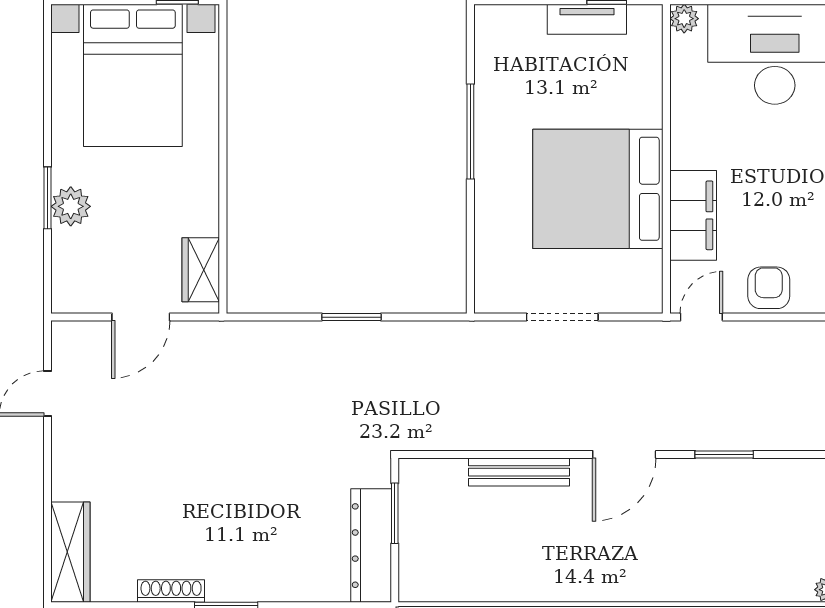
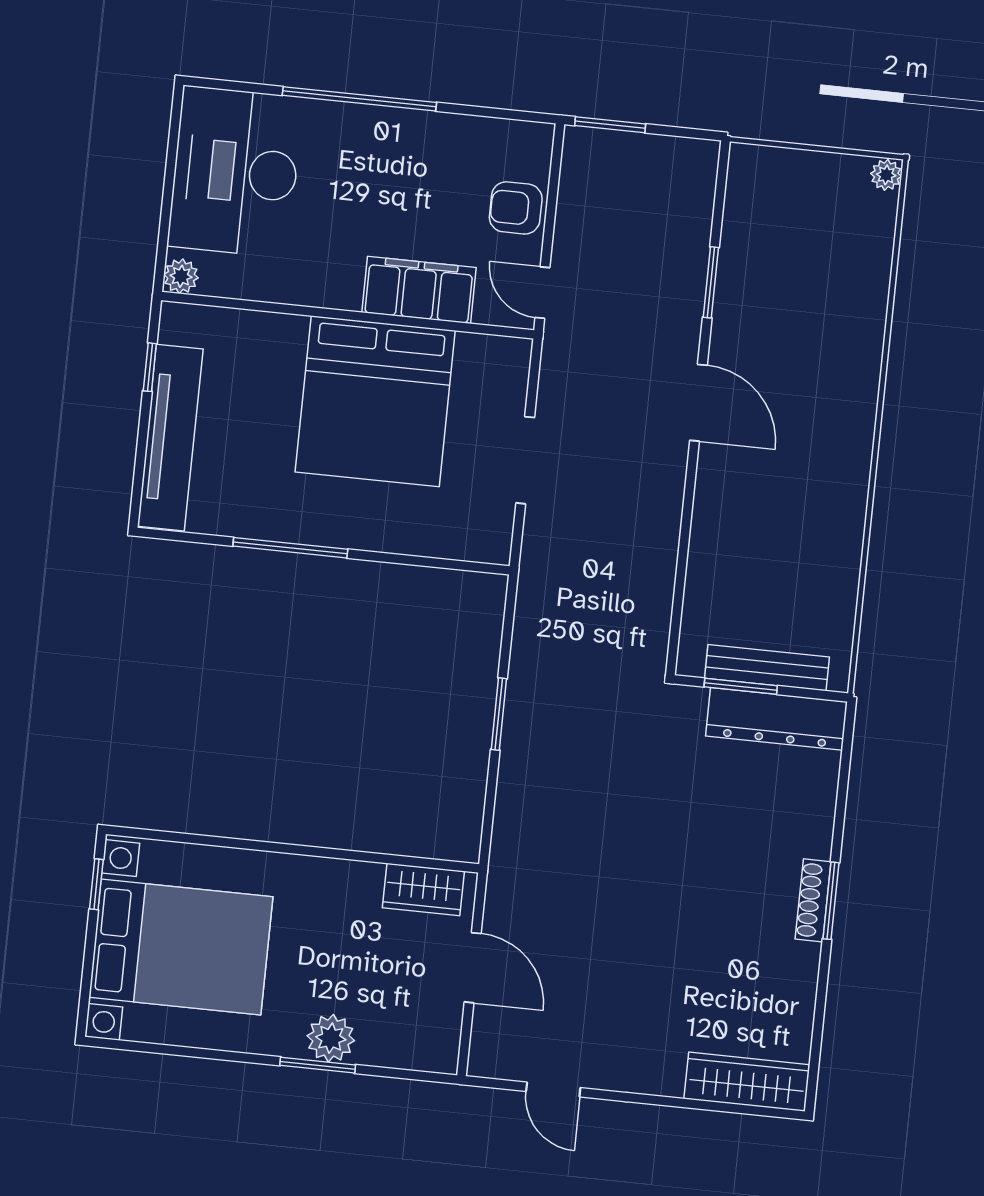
tv unit: (587, 19) -> (170, 438), width x1.92, depth x1.29
bench: (519, 472) -> (767, 668), moved, turned 90
shoe rack: (171, 591) -> (813, 900), moved

